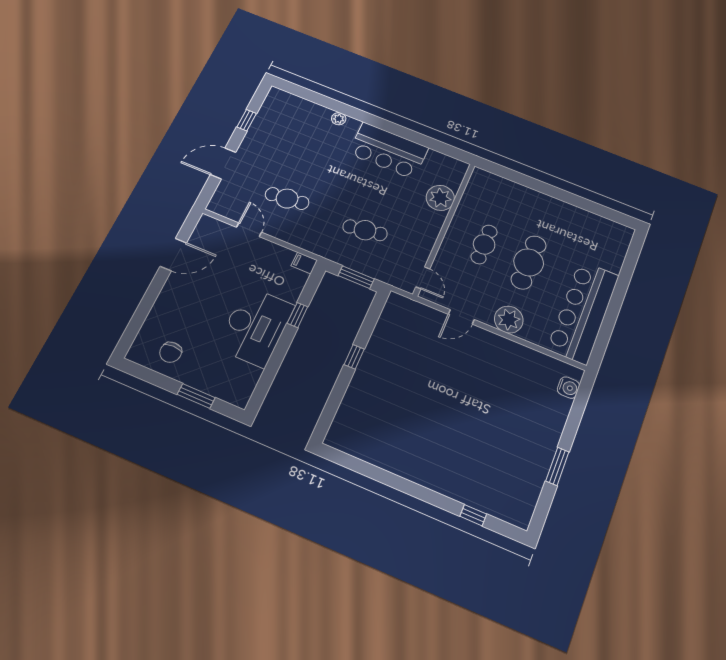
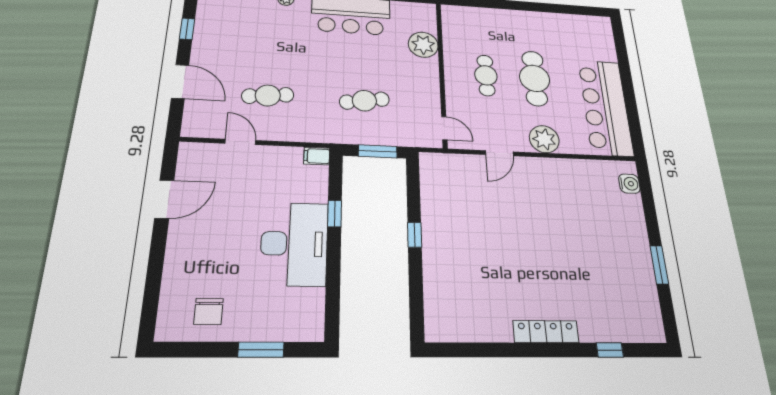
door: (223, 163) -> (180, 82), swing flipped
locker: (426, 477) -> (546, 332), added

